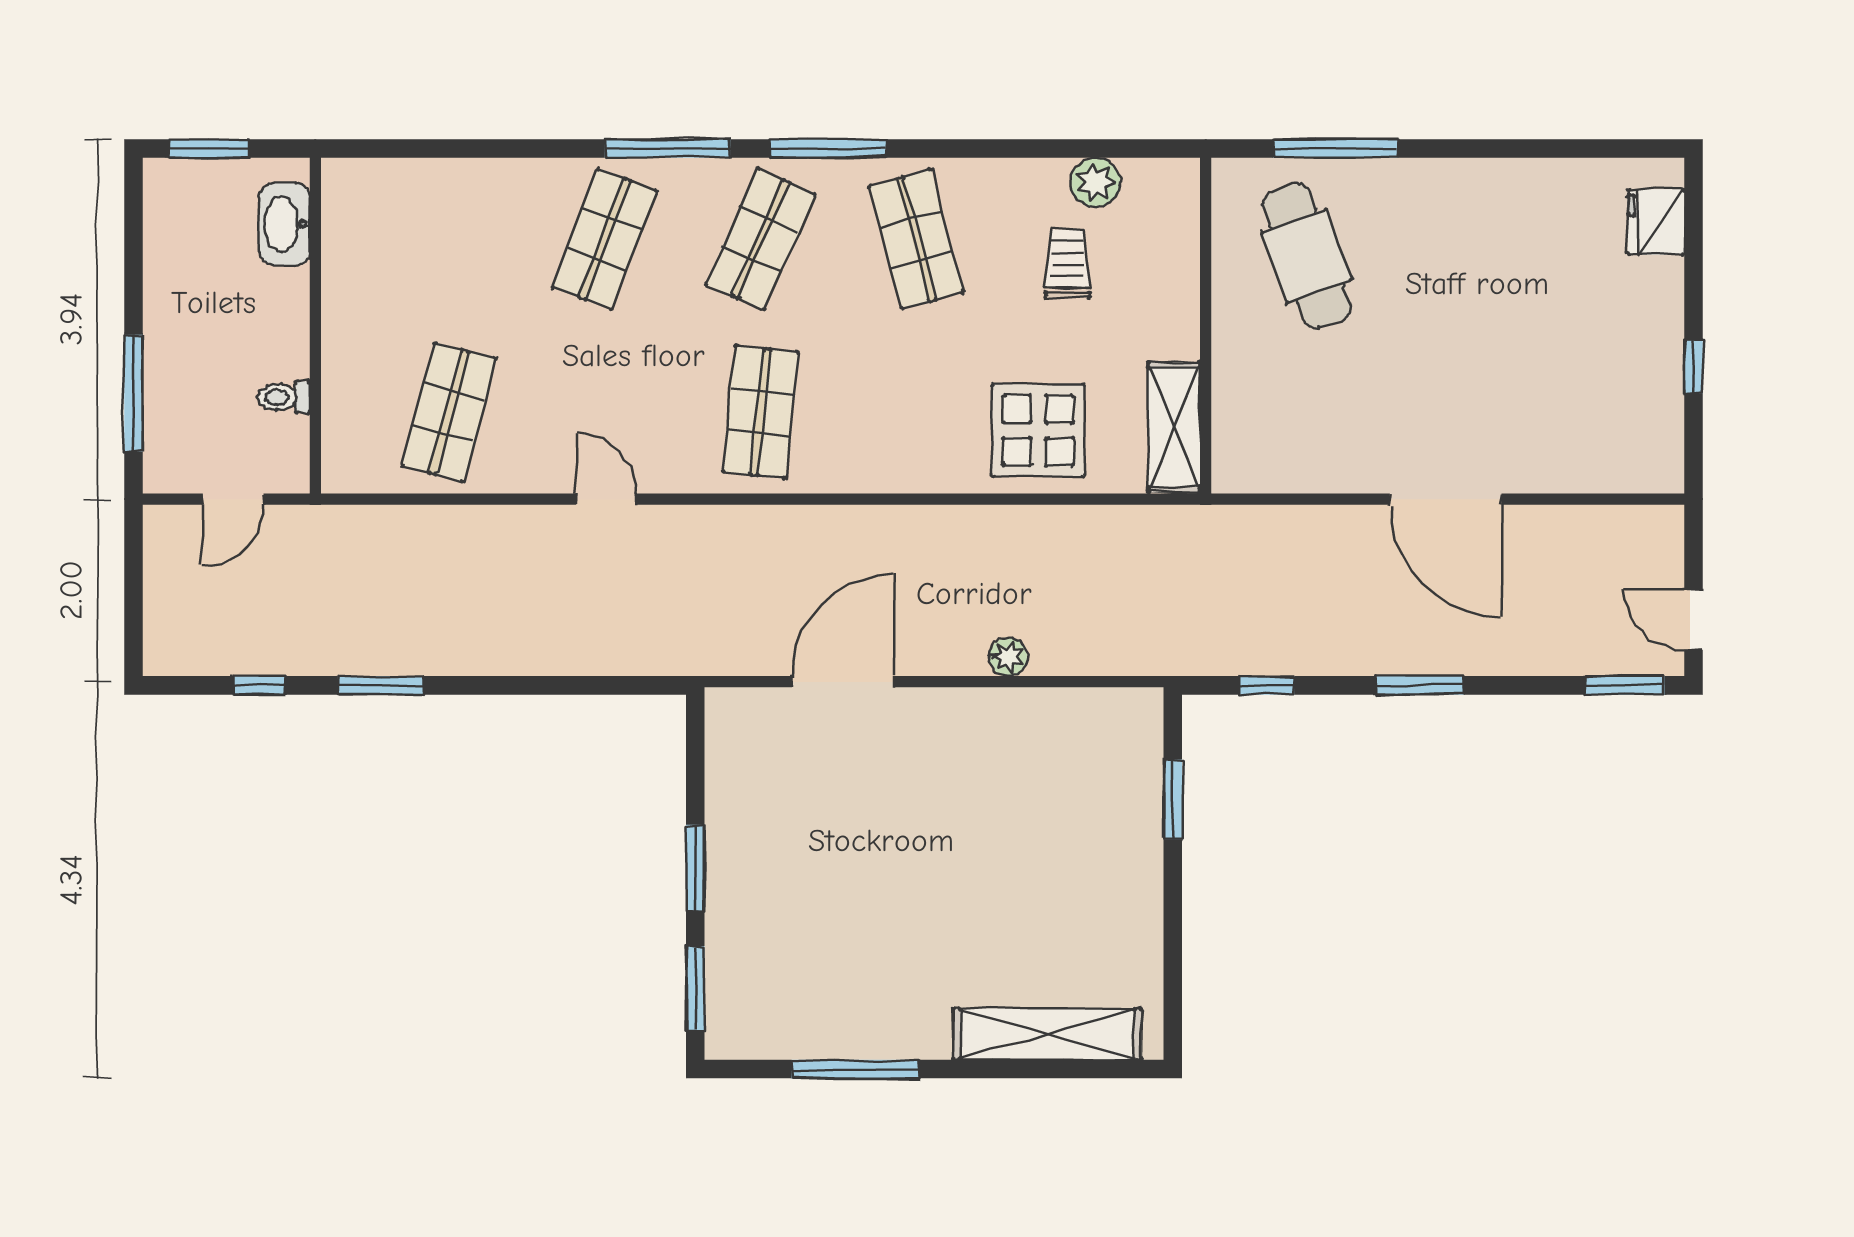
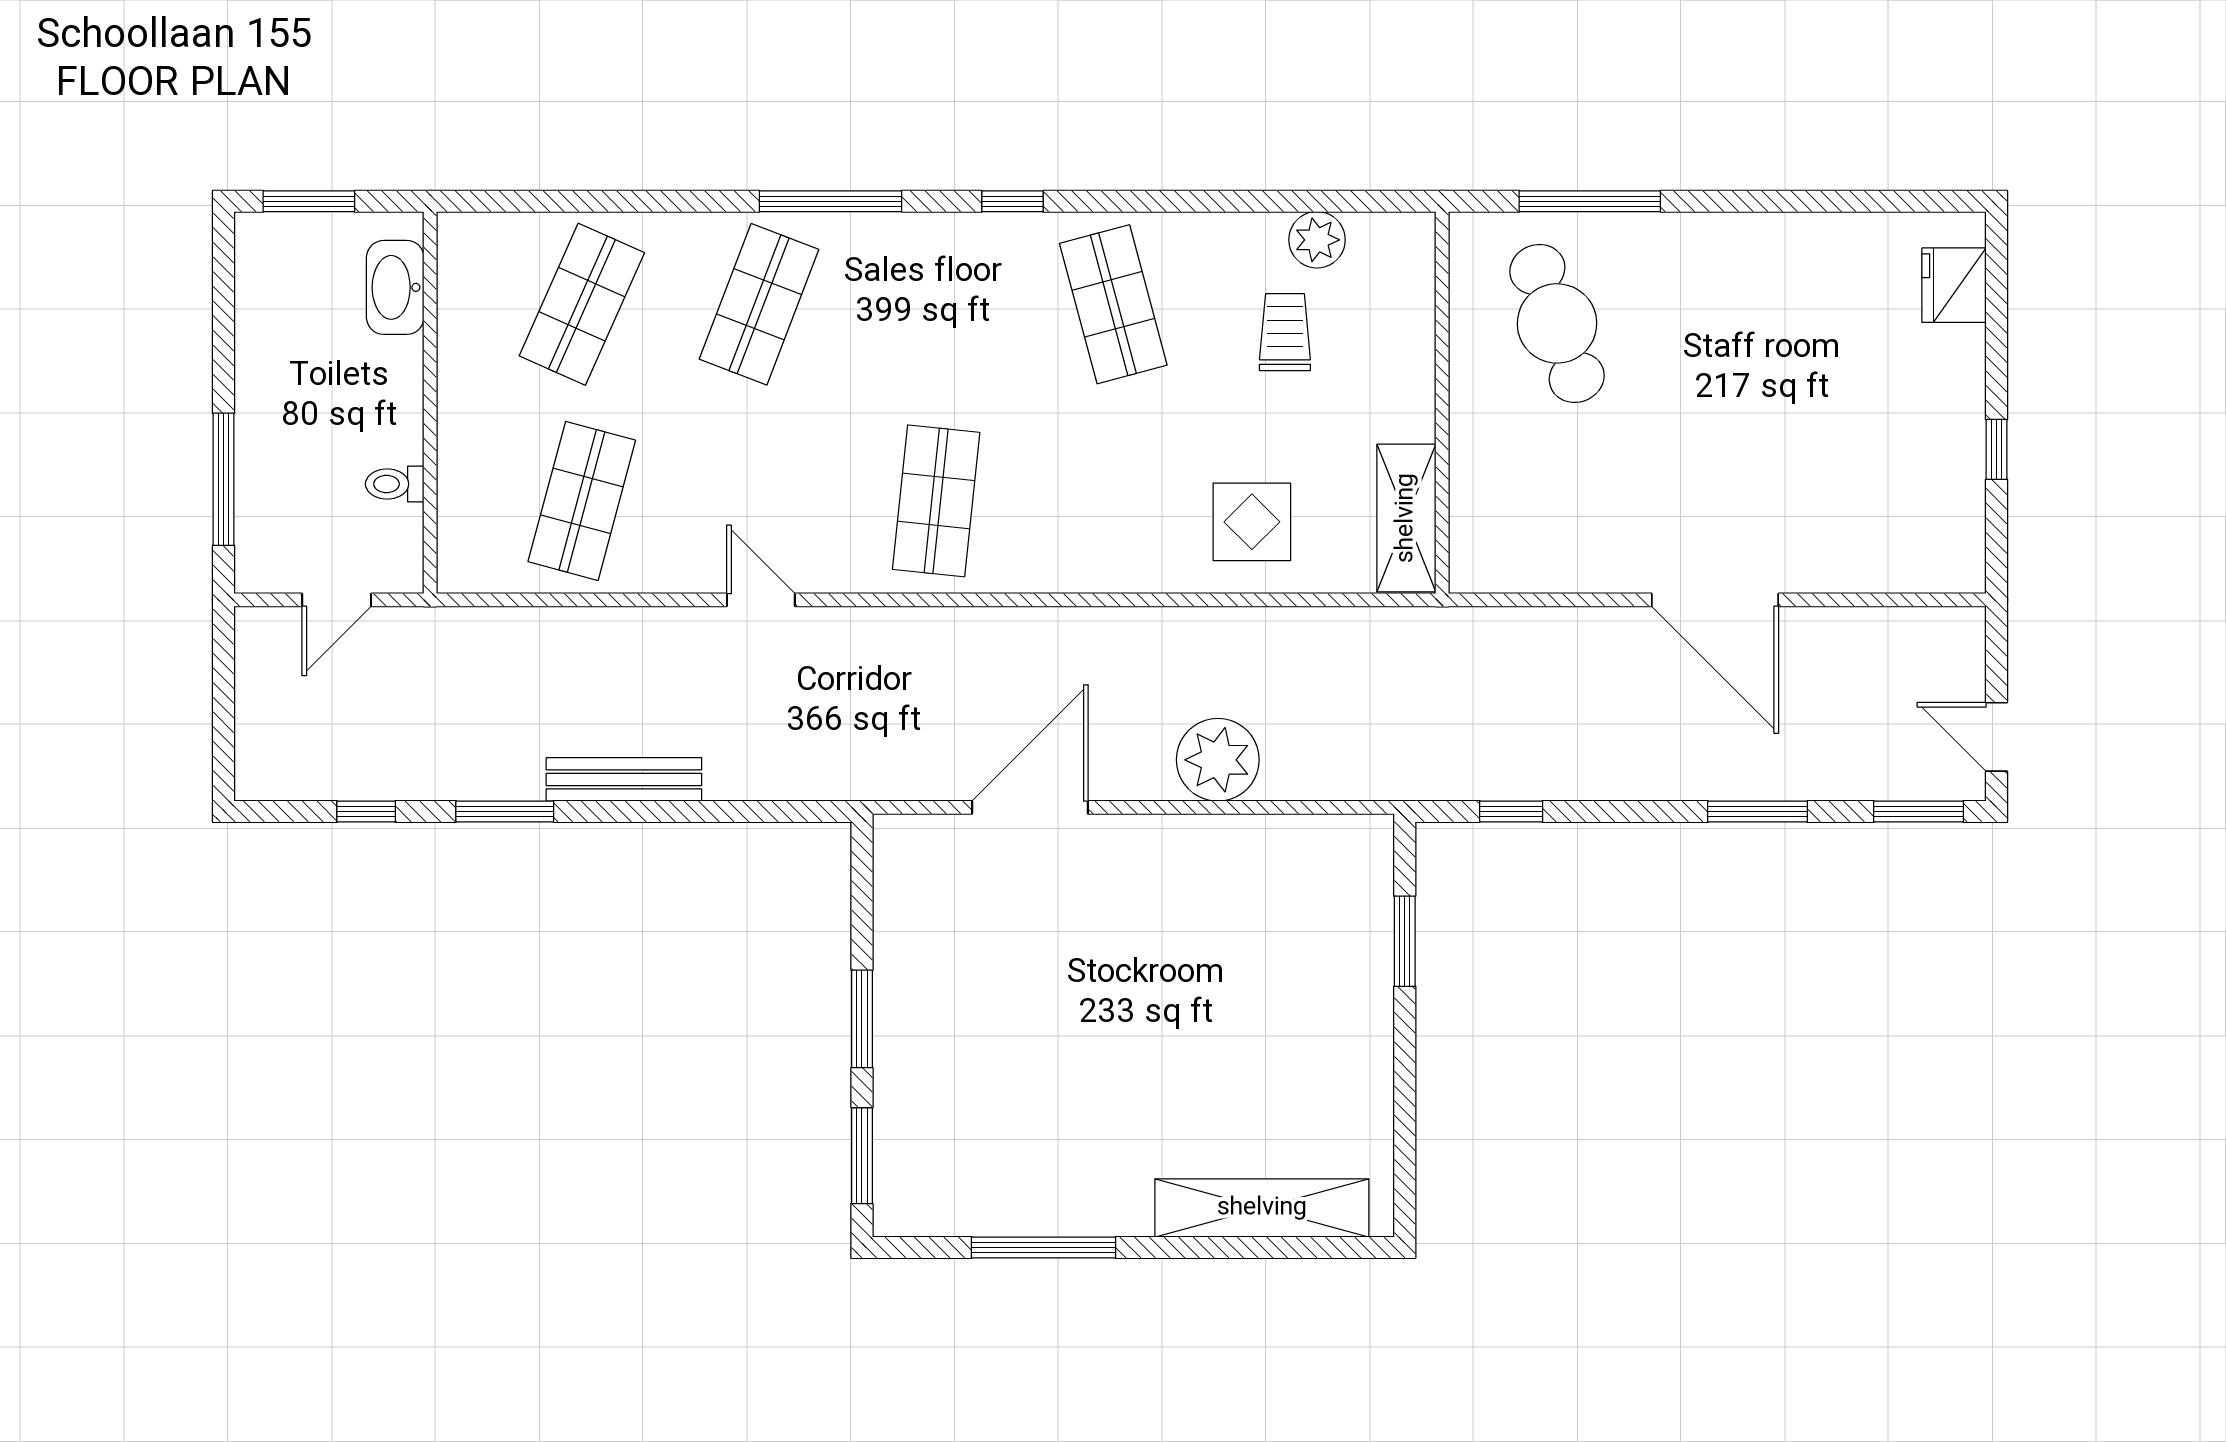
window: (828, 148) -> (1012, 201), width x0.46
shop shelf: (761, 239) -> (582, 304), moved
display table: (1038, 430) -> (1252, 522), width x0.73, depth x0.73
bench: (486, 657) -> (624, 779), added
plant: (1008, 657) -> (1218, 760), width x1.87, depth x1.87
window: (1419, 685) -> (1758, 812), moved

